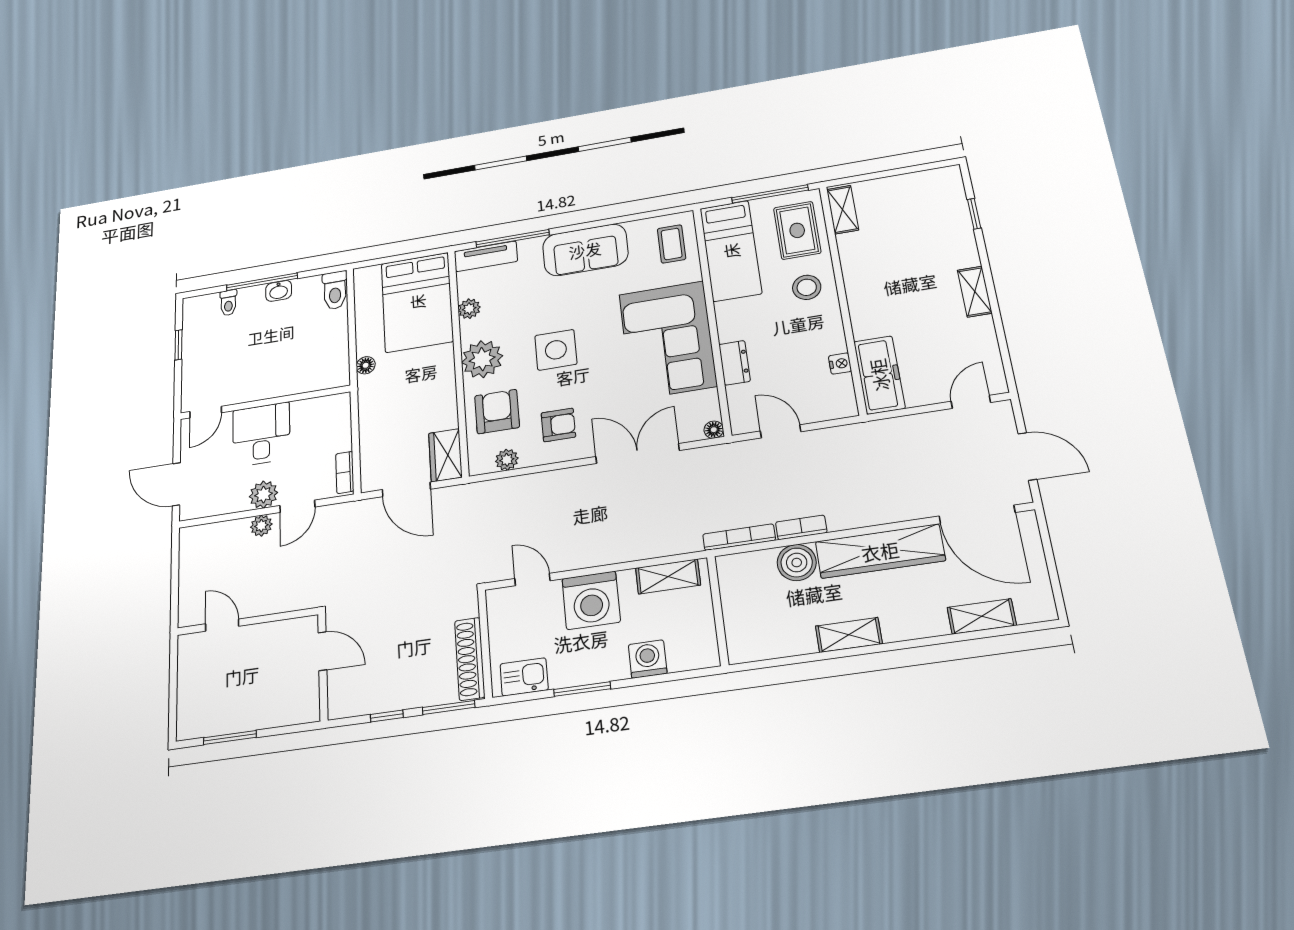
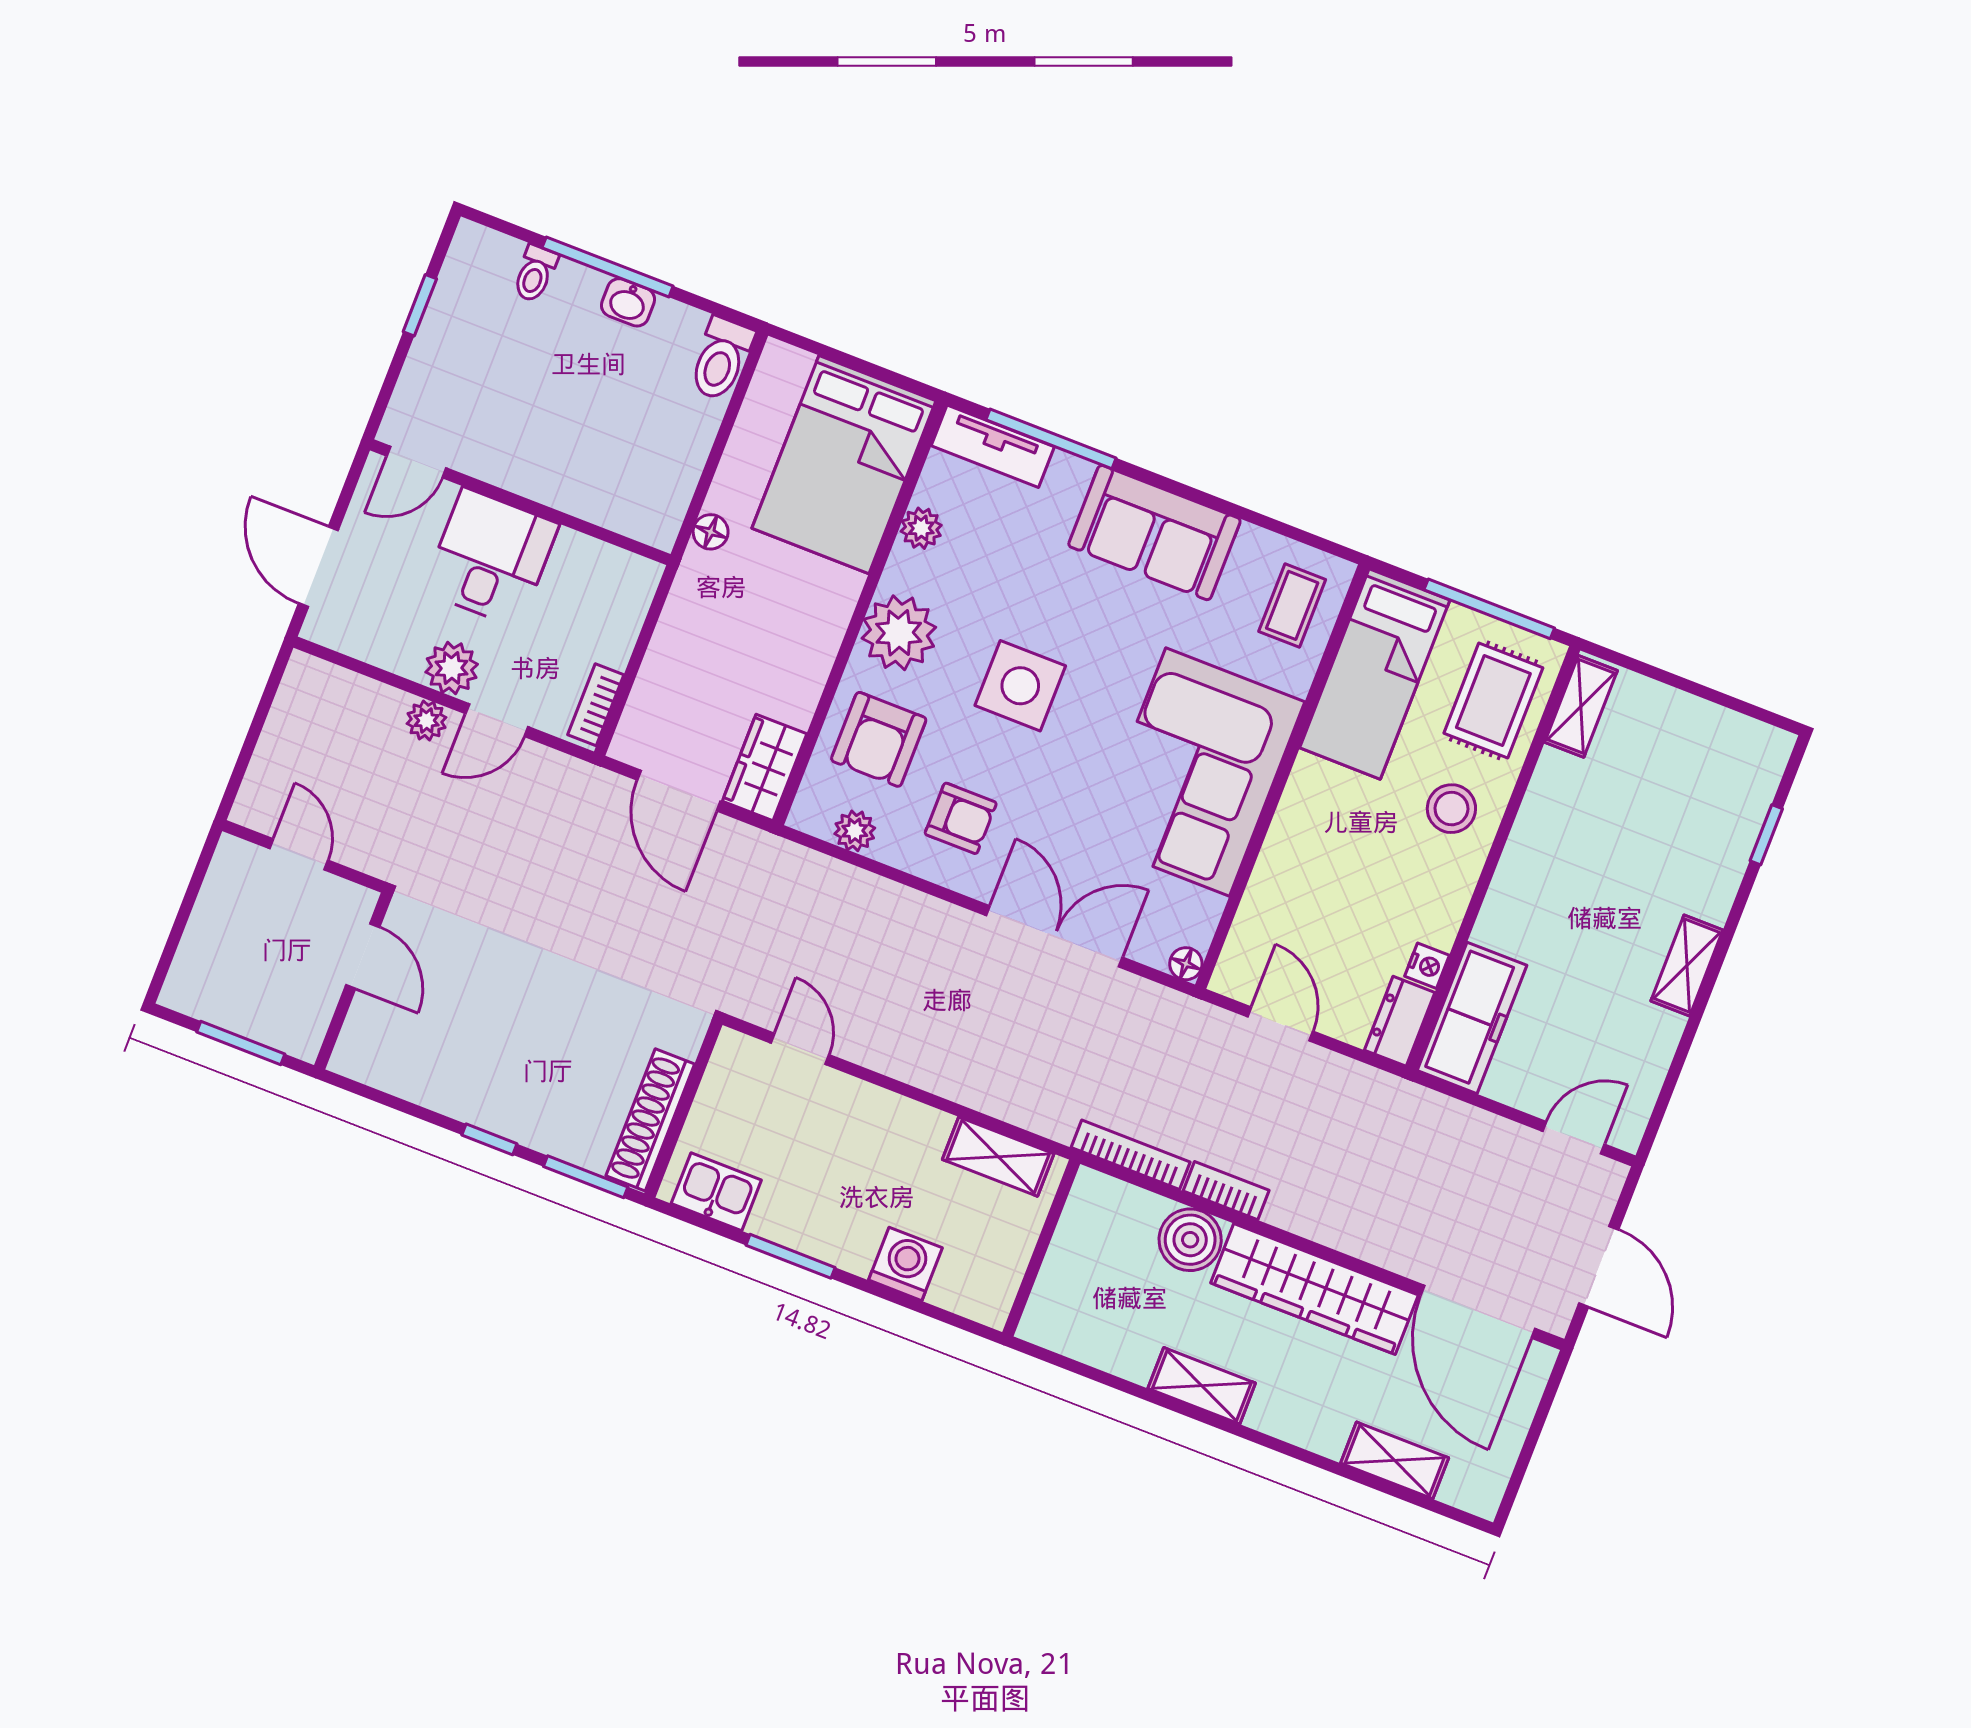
dresser: (735, 363) -> (1400, 1021), moved, turned 180
armchair: (497, 412) -> (879, 739), turned 180
washing machine: (591, 600) -> (870, 1130), removed
door: (322, 651) -> (363, 956), moved
wall: (323, 667) -> (353, 981), moved

